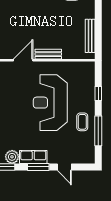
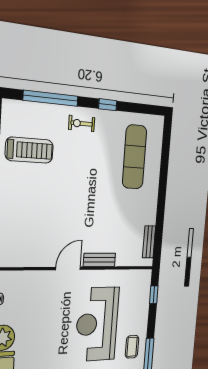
bench: (90, 36) -> (149, 242), width x0.73
window: (98, 94) -> (154, 295), moved

